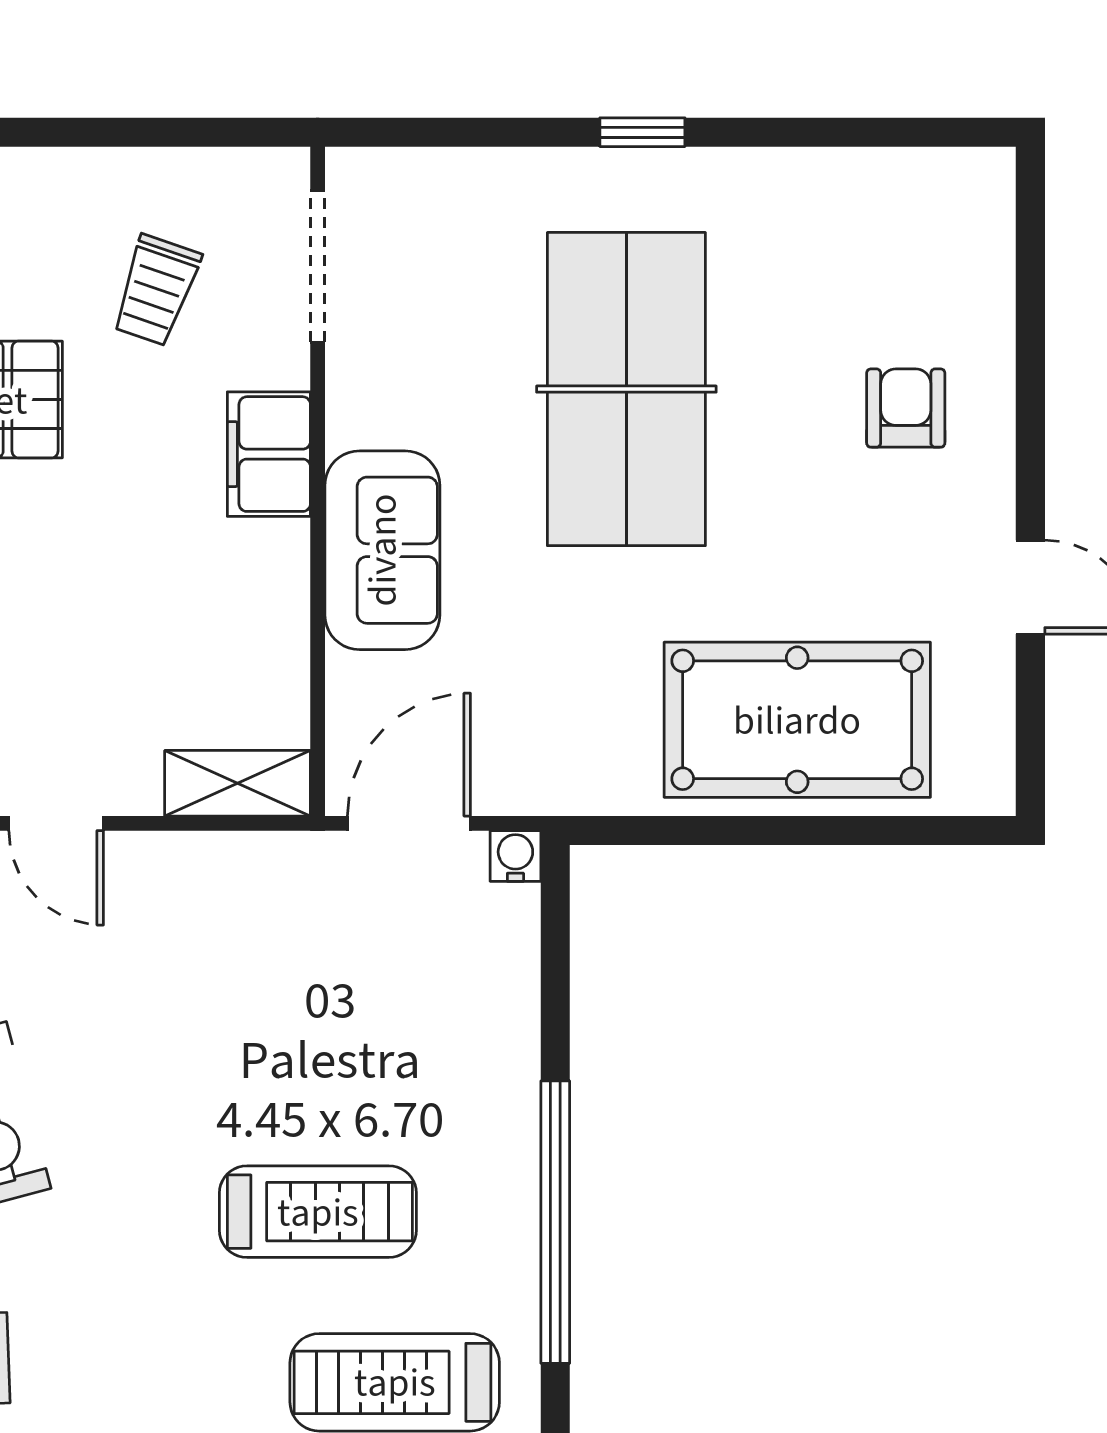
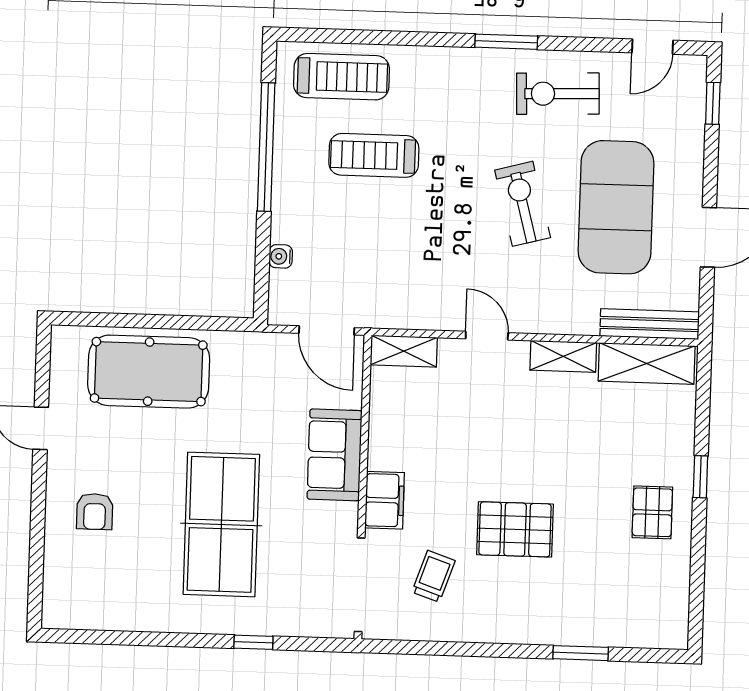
window: (642, 132) -> (253, 642), moved
doorway: (318, 266) -> (360, 585), width x1.36
door: (409, 823) -> (327, 330), hinge flipped
water cooler: (515, 856) -> (281, 256), moved, turned 90

